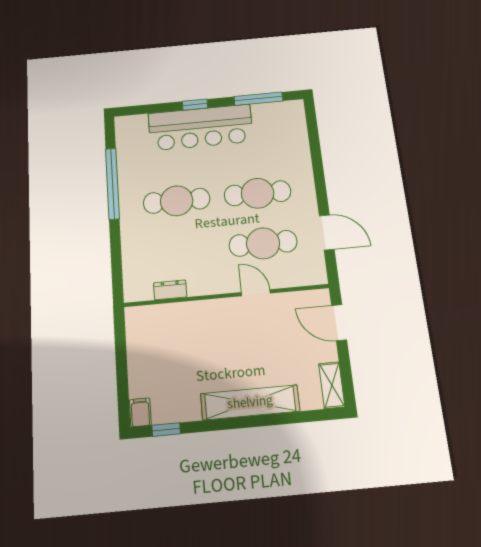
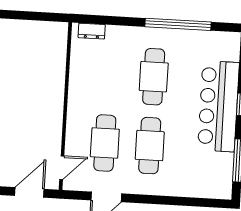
dresser: (170, 290) -> (92, 31), moved, turned 90
door: (256, 293) -> (62, 168), moved

